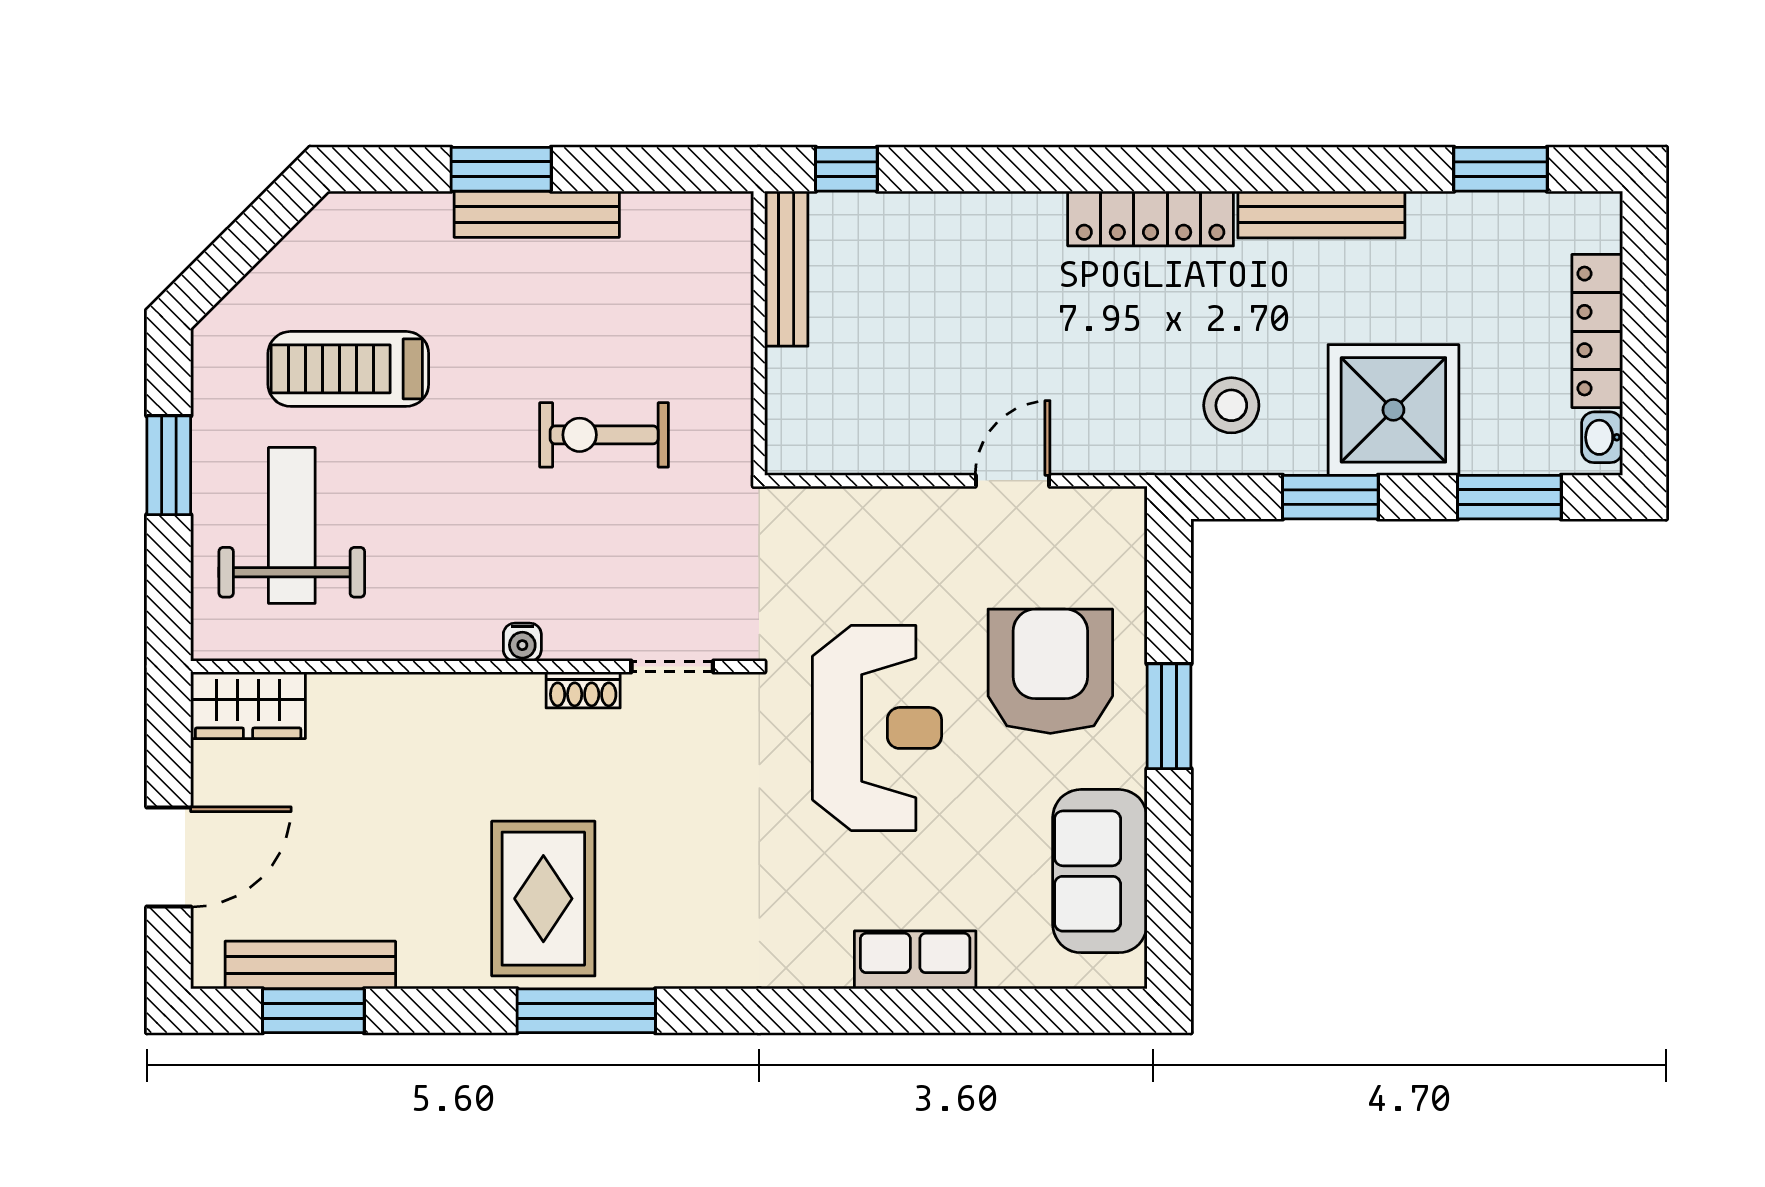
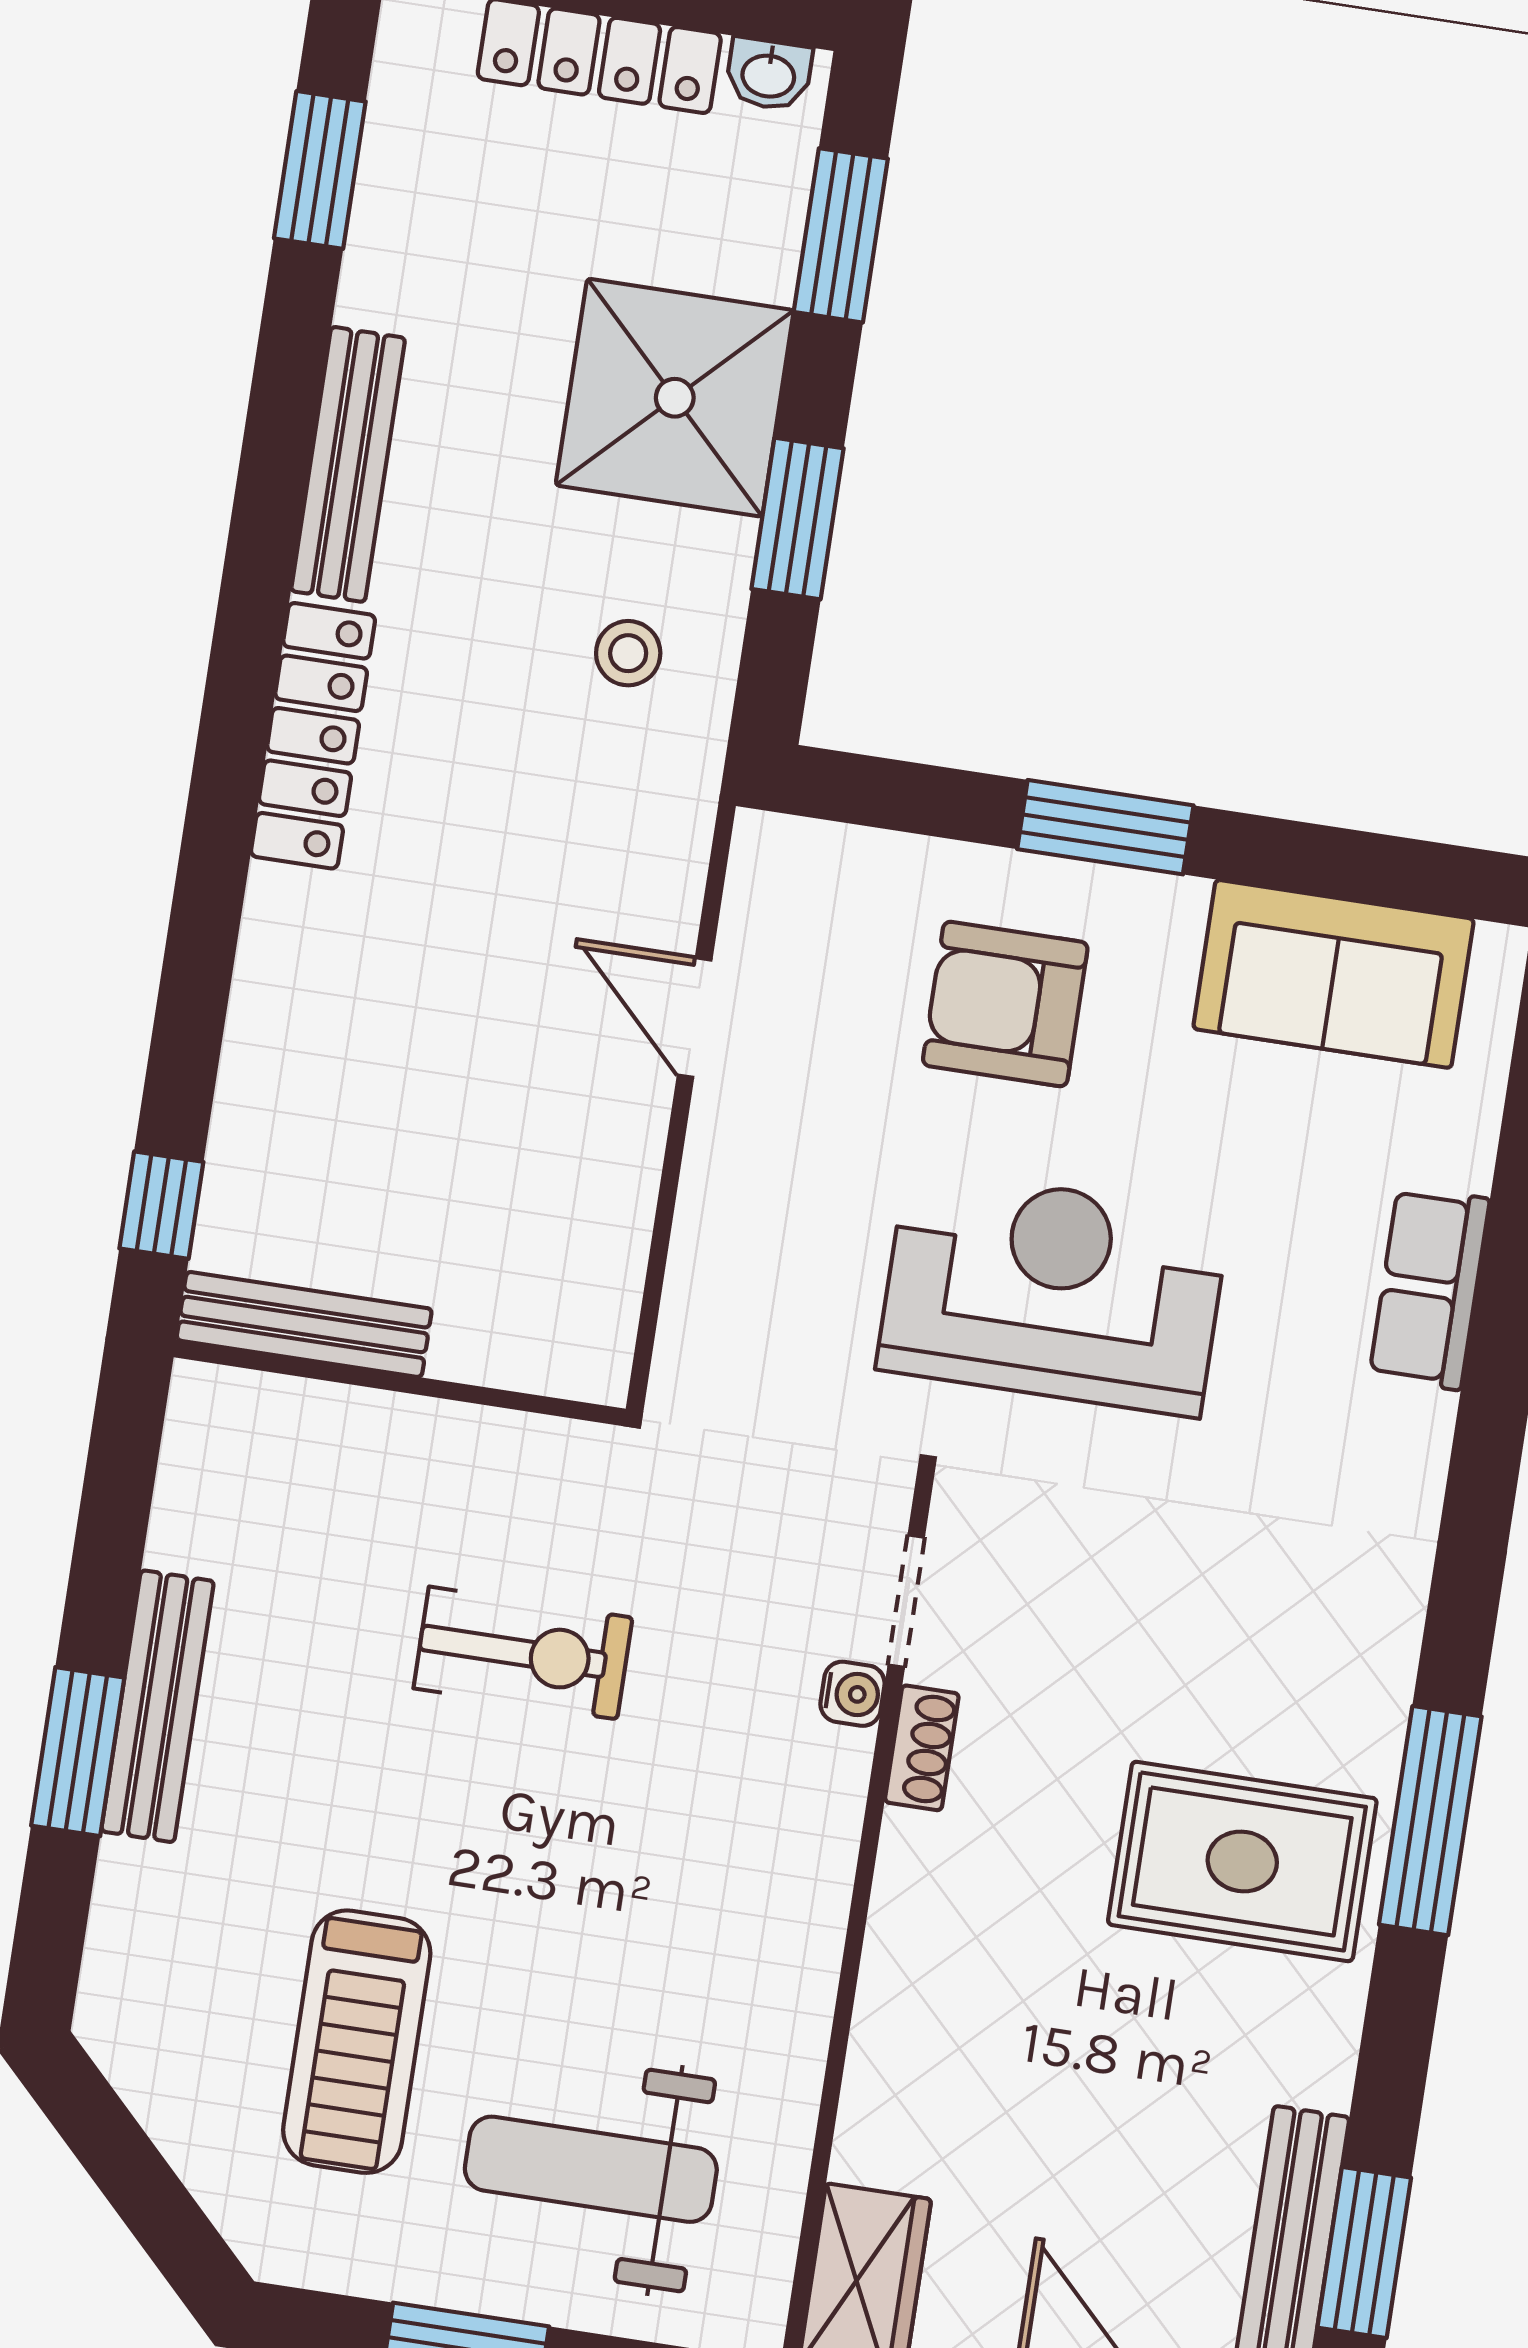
stool: (1231, 405) -> (628, 653), width x0.73, depth x0.73
exercise bike: (604, 435) -> (523, 1653), turned -90
water cooler: (522, 642) -> (852, 1694), moved
armchair: (1050, 671) -> (1005, 1004), width x0.73, depth x0.73

